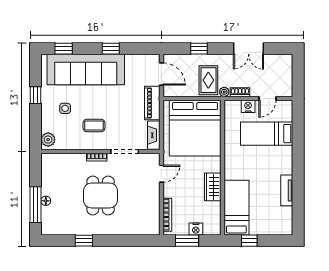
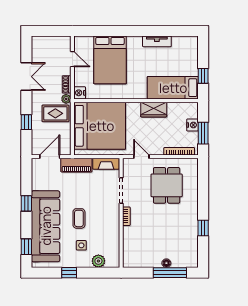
nightstand: (248, 106) -> (80, 93), moved
coffee table: (94, 126) -> (79, 218), moved
bed: (267, 134) -> (110, 60), width x1.50
plant: (48, 140) -> (98, 261), moved
dining table: (101, 196) -> (167, 185), moved, turned 90

